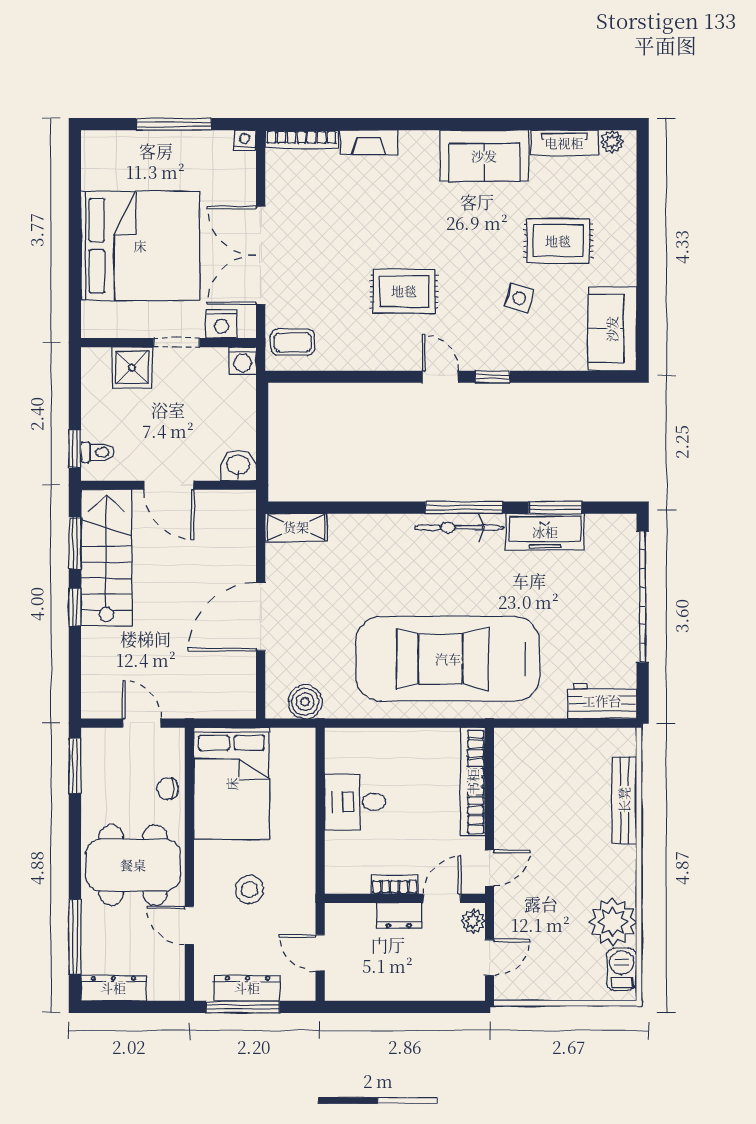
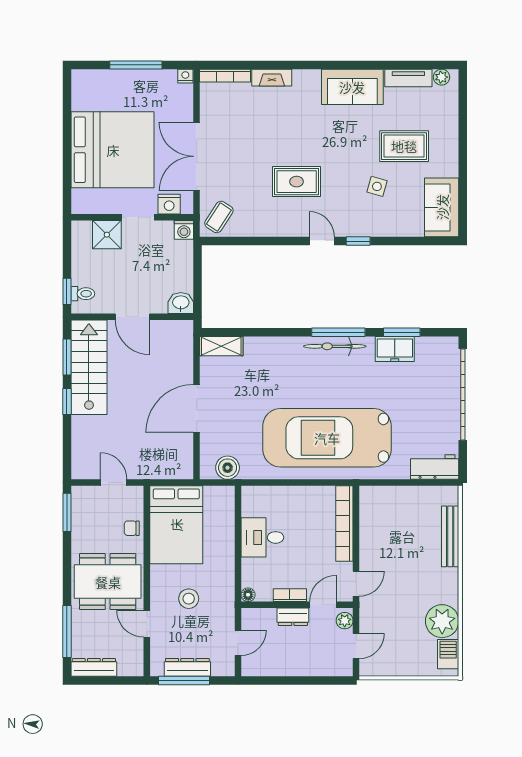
coffee table: (293, 342) -> (219, 217), turned -57
freezer: (545, 532) -> (395, 349), width x0.71
floor lamp: (334, 884) -> (248, 595), added
door: (320, 953) -> (238, 643), swing flipped

